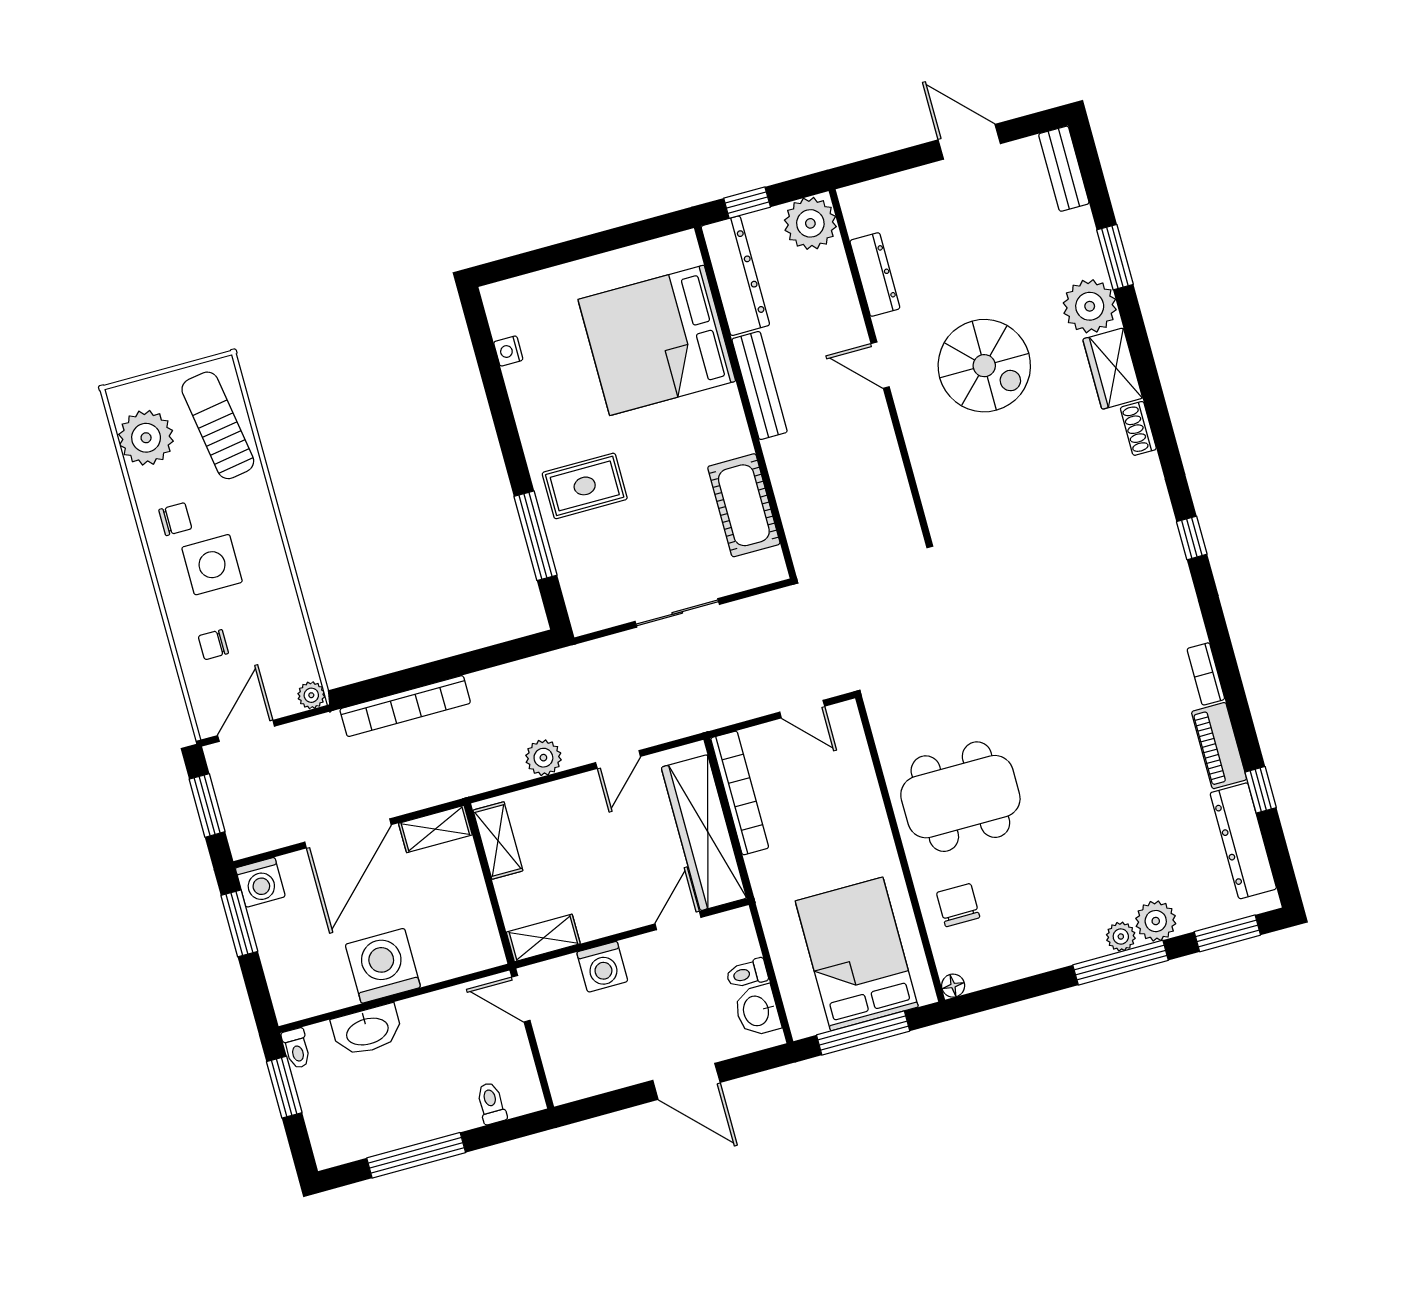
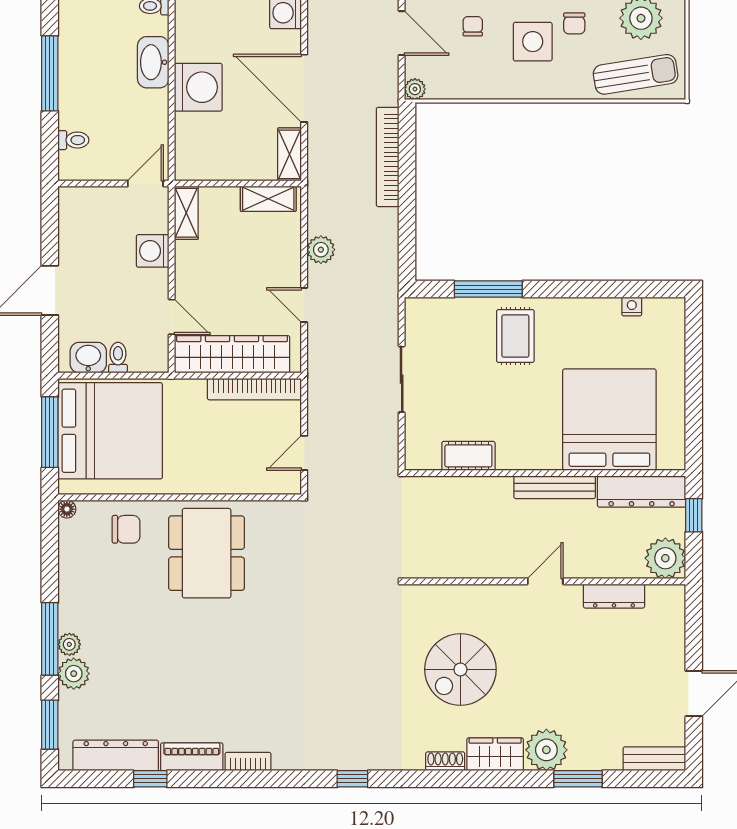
spiral stairs: (984, 366) -> (460, 669), moved
cot: (744, 505) -> (468, 456), width x0.73, depth x0.75
bed: (857, 954) -> (110, 431), width x1.36

